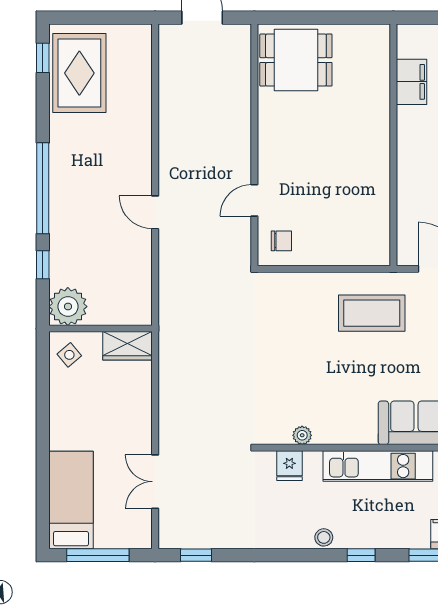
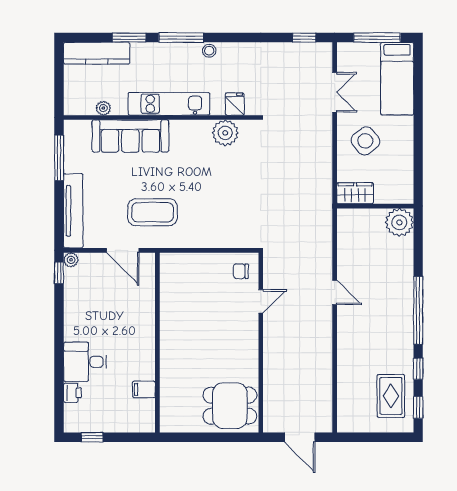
rug: (79, 73) -> (391, 396), width x0.73, depth x0.70
filing cabinet: (412, 82) -> (144, 389), width x0.50
window: (43, 265) -> (418, 369), moved
coffee table: (372, 313) -> (153, 212), moved
side table: (69, 355) -> (365, 141), moved, width x1.87, depth x1.87
plant: (302, 435) -> (225, 133), width x1.88, depth x1.88
window: (361, 555) -> (181, 38), width x2.17

